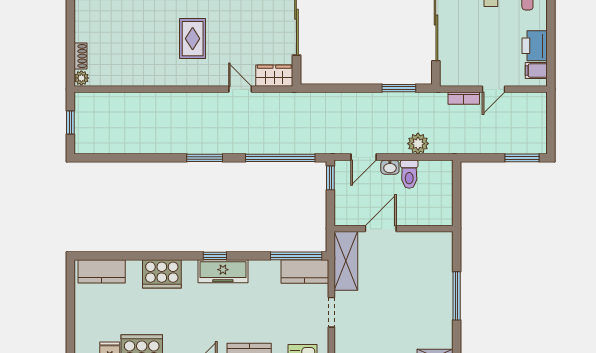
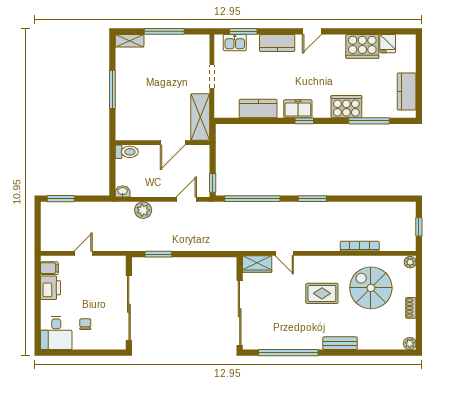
rug: (193, 39) -> (322, 293), turned 90
spiral stairs: (131, 46) -> (371, 288), added
shoe rack: (80, 56) -> (411, 308), moved
bookcase: (464, 98) -> (360, 246), moved, width x1.56
washbasin: (390, 167) -> (123, 191), moved
toilet: (409, 174) -> (127, 152), moved, turned 90
window: (296, 256) -> (369, 121), moved
kitchen counter: (102, 271) -> (407, 92), moved, turned -90
freezer: (223, 271) -> (298, 109), width x0.71
kitchen counter: (305, 272) -> (258, 109), moved

